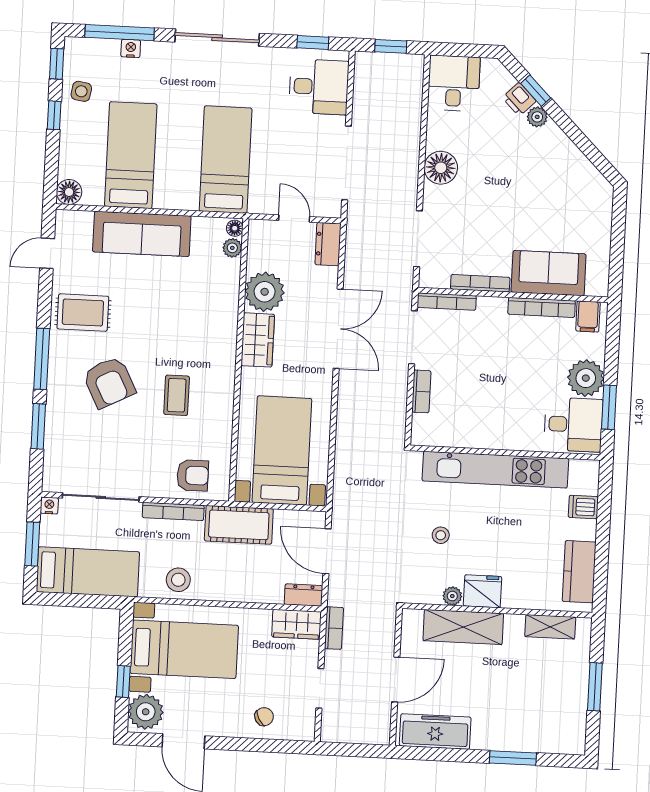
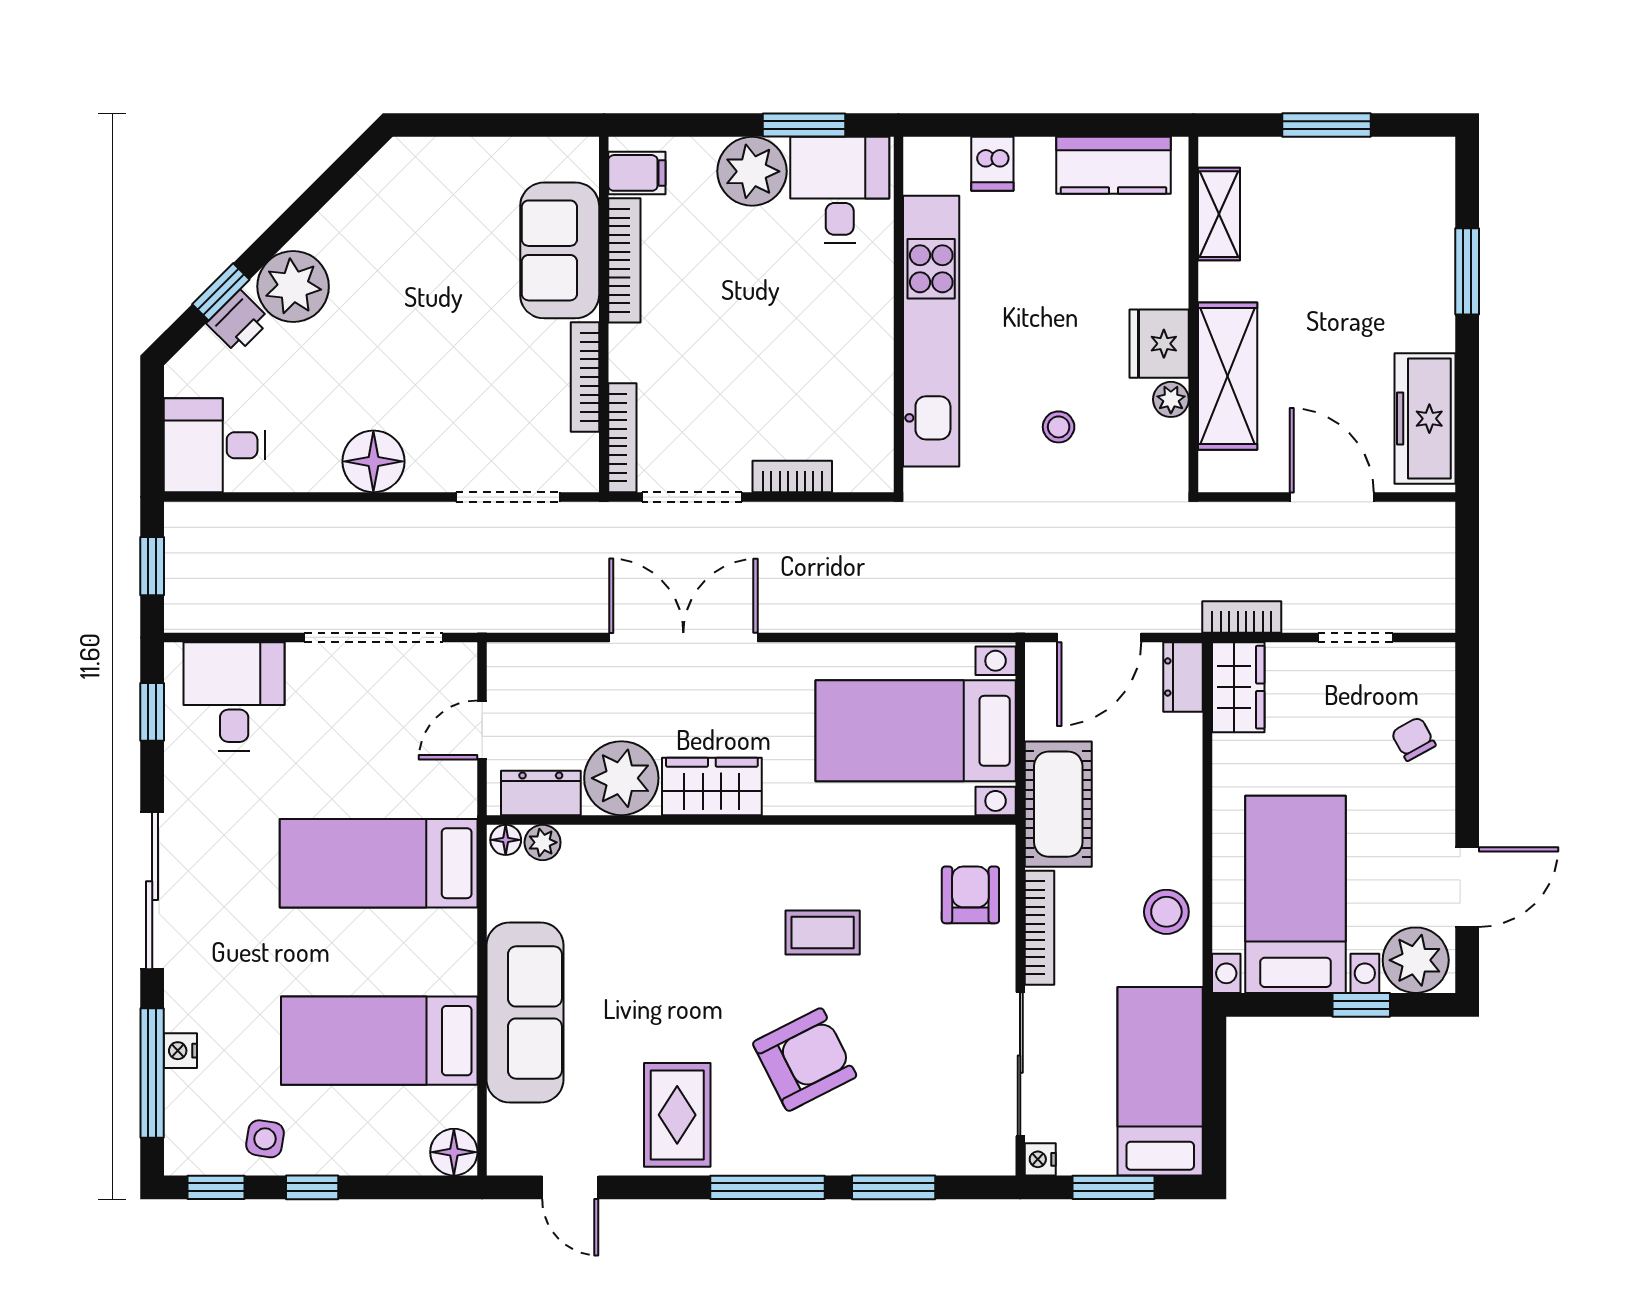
plant: (537, 117) -> (293, 286), width x1.88, depth x1.88
dresser: (328, 244) -> (541, 793), moved, turned 180

